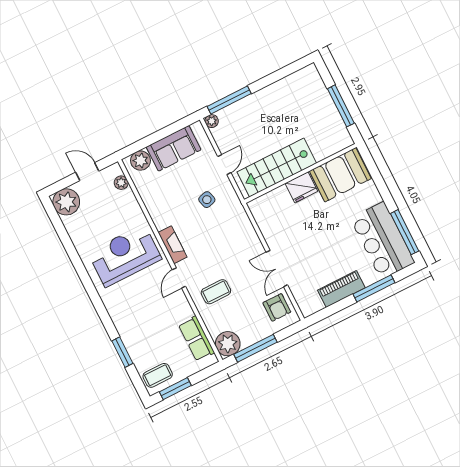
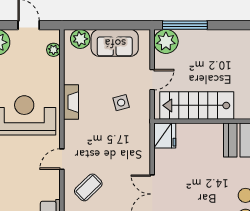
plant: (212, 121) -> (166, 41), width x1.87, depth x1.87
fridge: (301, 187) -> (165, 136), moved, turned -90
fireplace: (173, 245) -> (71, 102), moved
coffee table: (216, 292) -> (88, 187), turned -44

